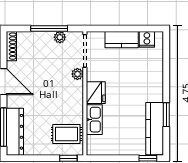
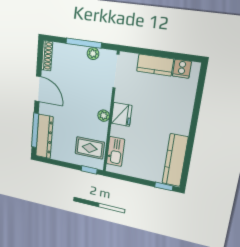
plant: (77, 74) -> (104, 116), moved
window: (166, 115) -> (189, 149), removed
kitchen sink: (94, 120) -> (115, 152), moved

